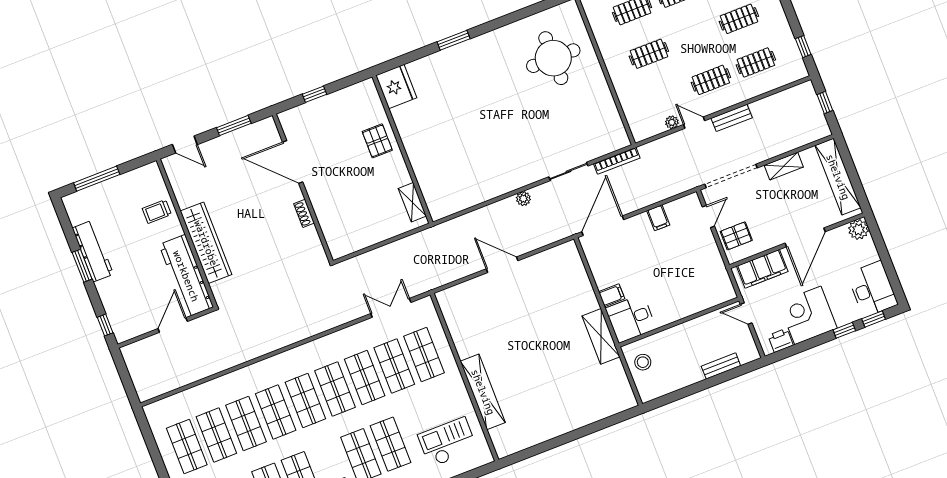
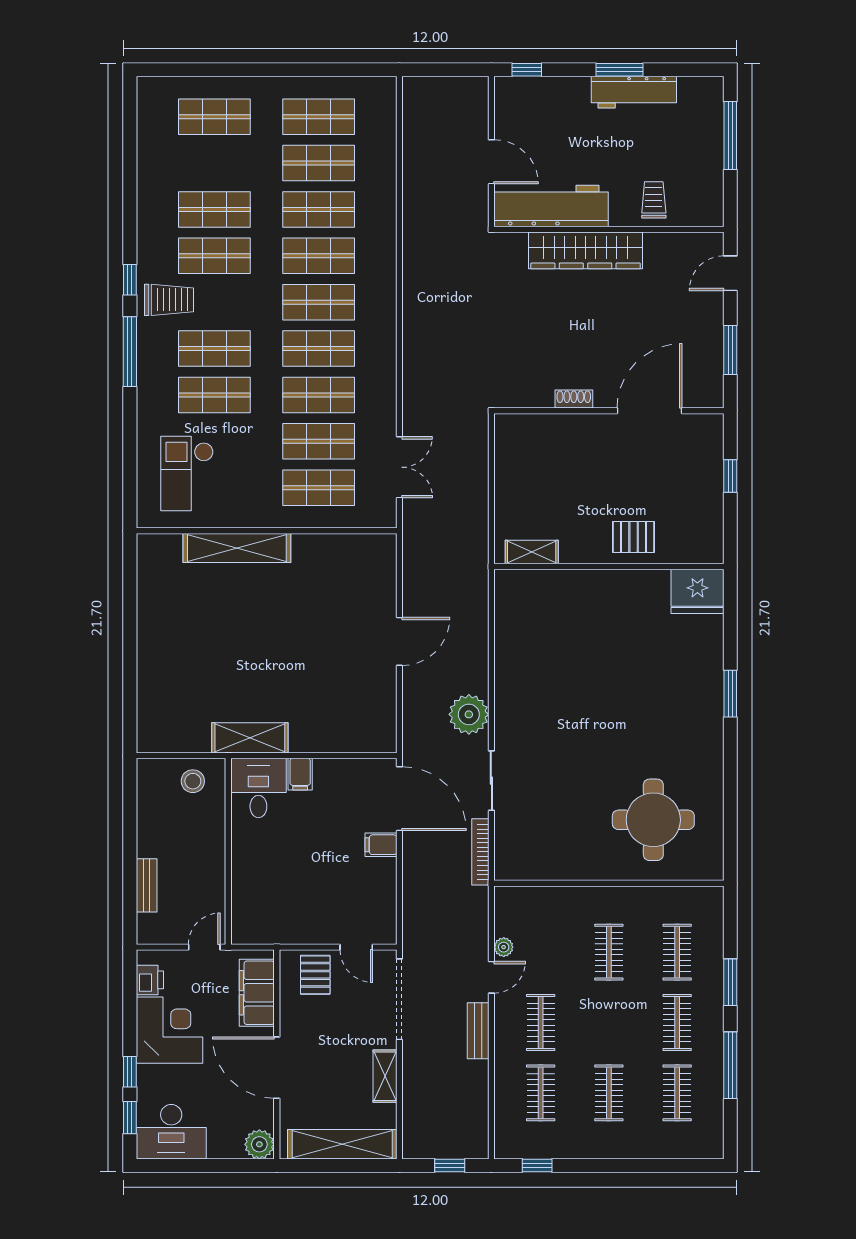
plant: (523, 199) -> (469, 714), width x1.88, depth x1.88
filing cabinet: (658, 218) -> (381, 845), moved
checkout: (448, 442) -> (187, 473), turned 180

